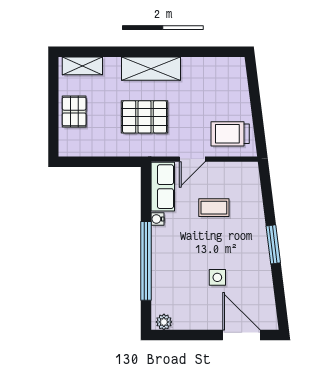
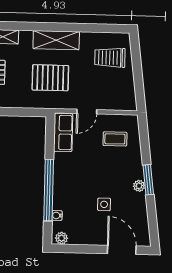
trolley: (230, 134) -> (110, 58), moved
coffee table: (214, 208) -> (115, 139), moved
water cooler: (157, 219) -> (57, 215), moved
plant: (262, 253) -> (139, 186), added

